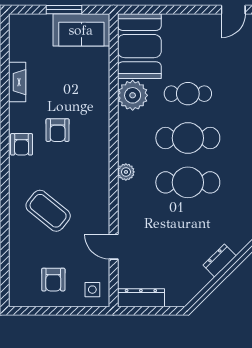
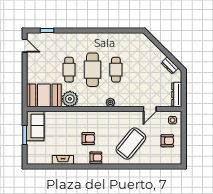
cafe table: (188, 182) -> (116, 70), width x0.73, depth x0.74
coffee table: (48, 211) -> (131, 144), width x1.36, depth x1.32
dresser: (220, 261) -> (170, 65), moved

